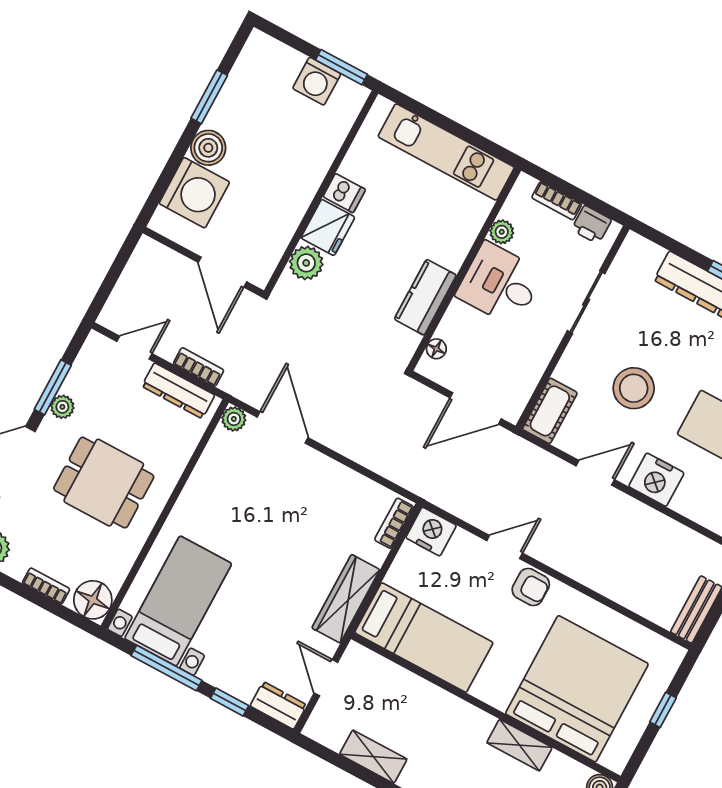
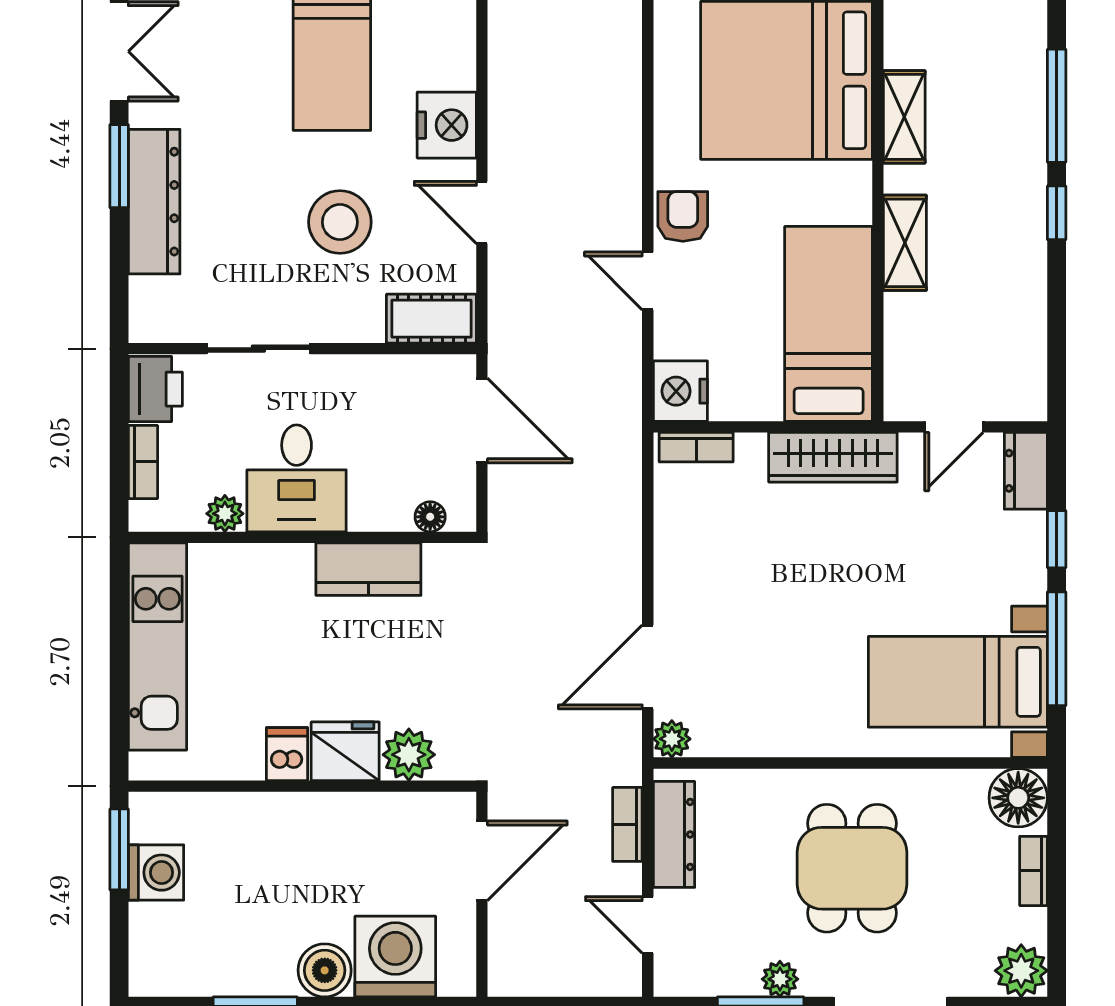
printer: (591, 225) -> (155, 389), width x1.36, depth x1.24
shelving: (373, 757) -> (905, 243), moved

